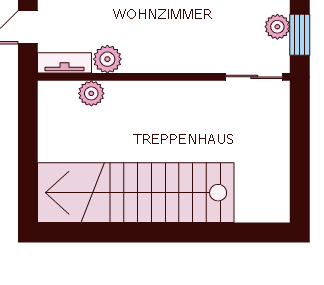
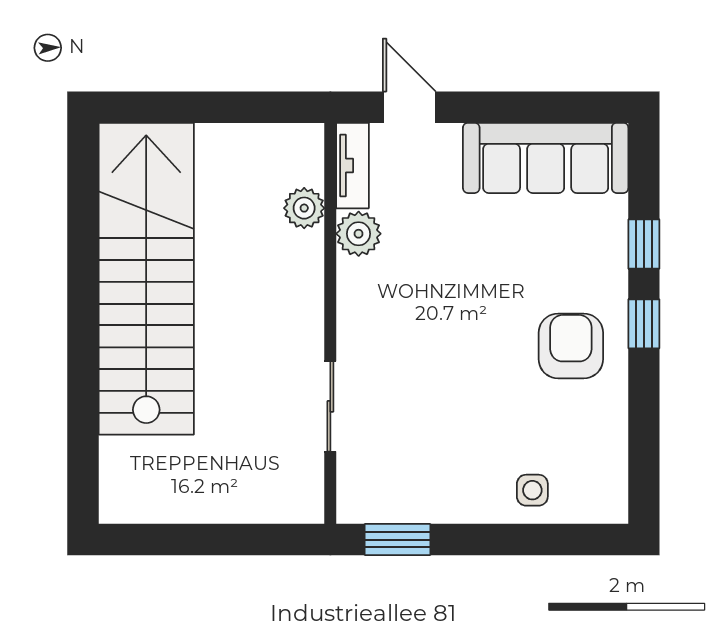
plant: (277, 27) -> (410, 504), removed
sliding door: (254, 77) -> (330, 406), moved

